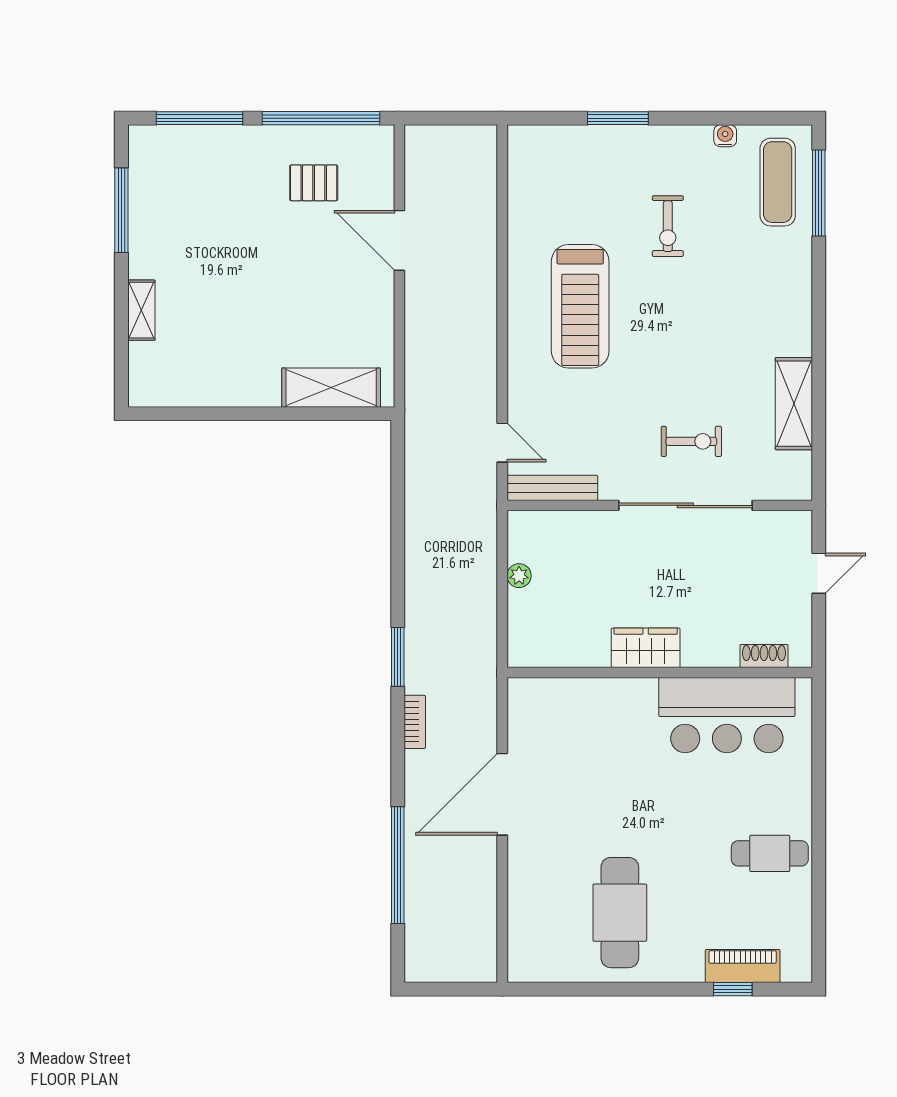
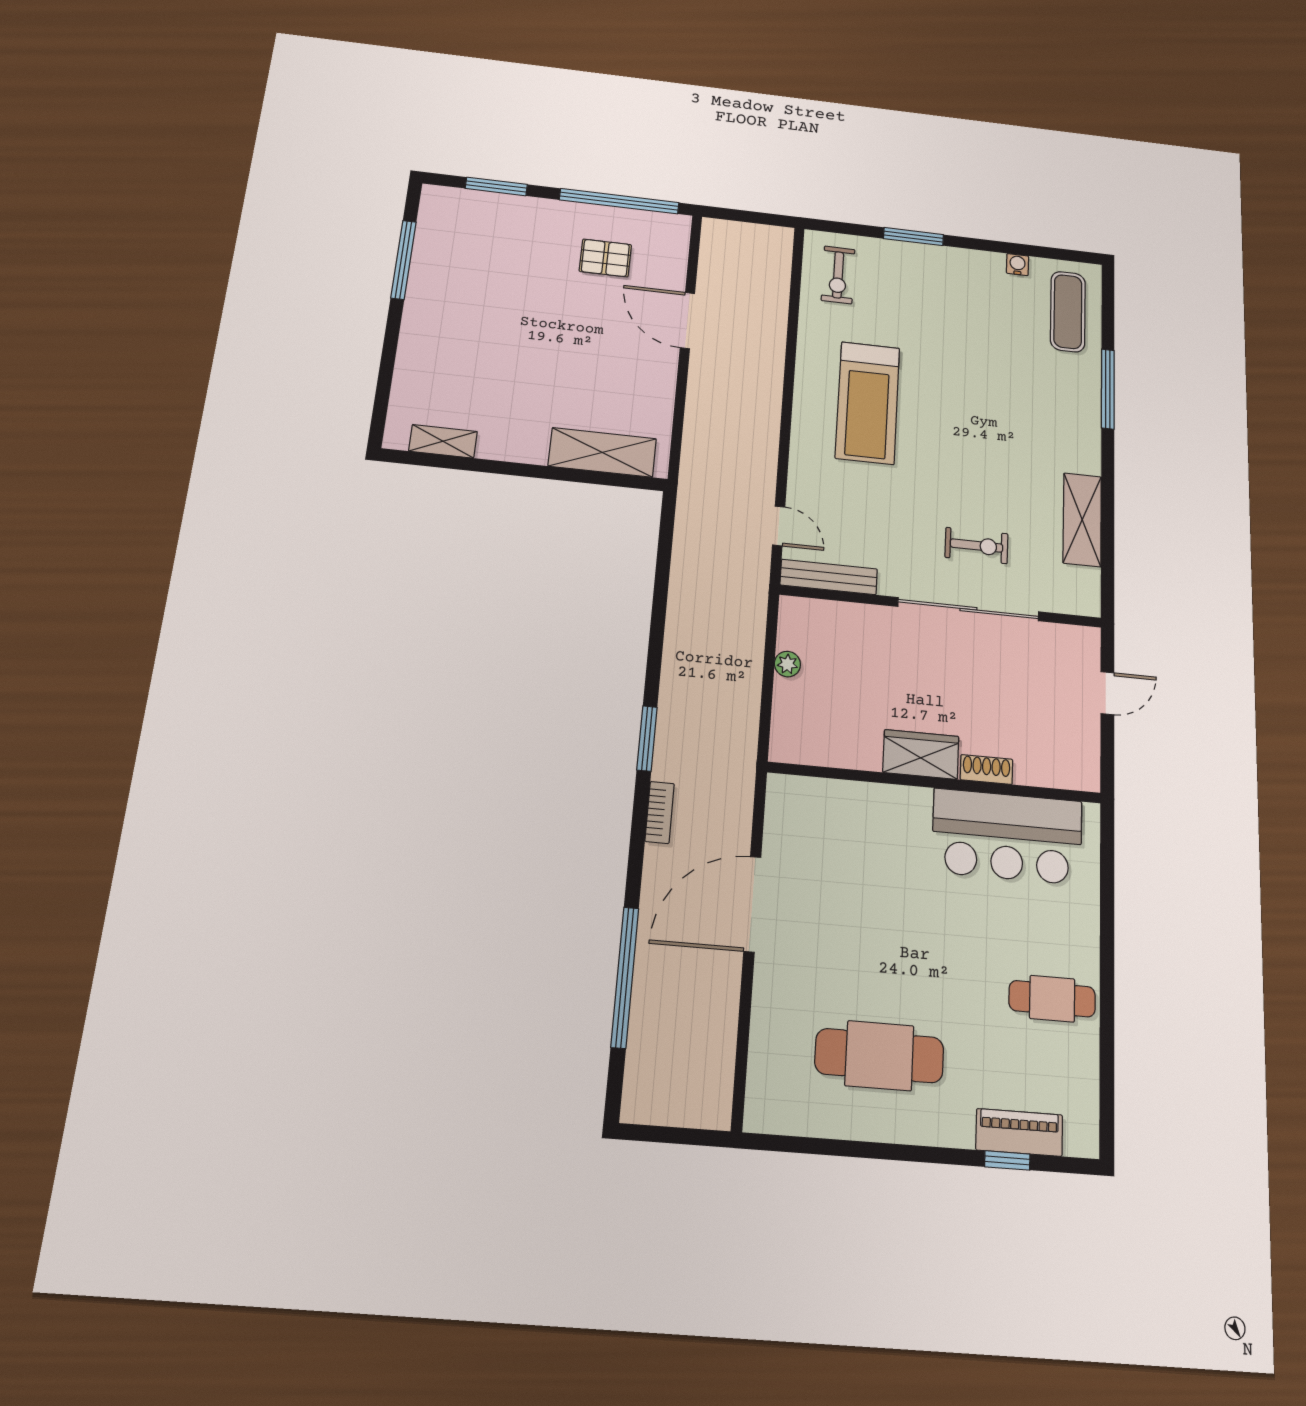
window: (200, 118) -> (496, 186), width x0.69
window: (819, 193) -> (1108, 389), moved
exercise bike: (668, 226) -> (838, 275), moved
shelving: (141, 310) -> (443, 441), moved, turned 90
shoe rack: (764, 656) -> (986, 770), moved
cafe table: (620, 913) -> (879, 1056), turned 90

